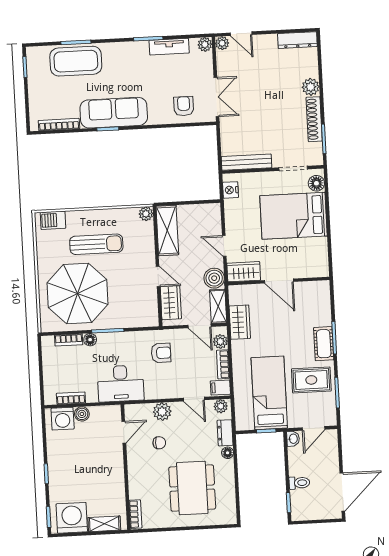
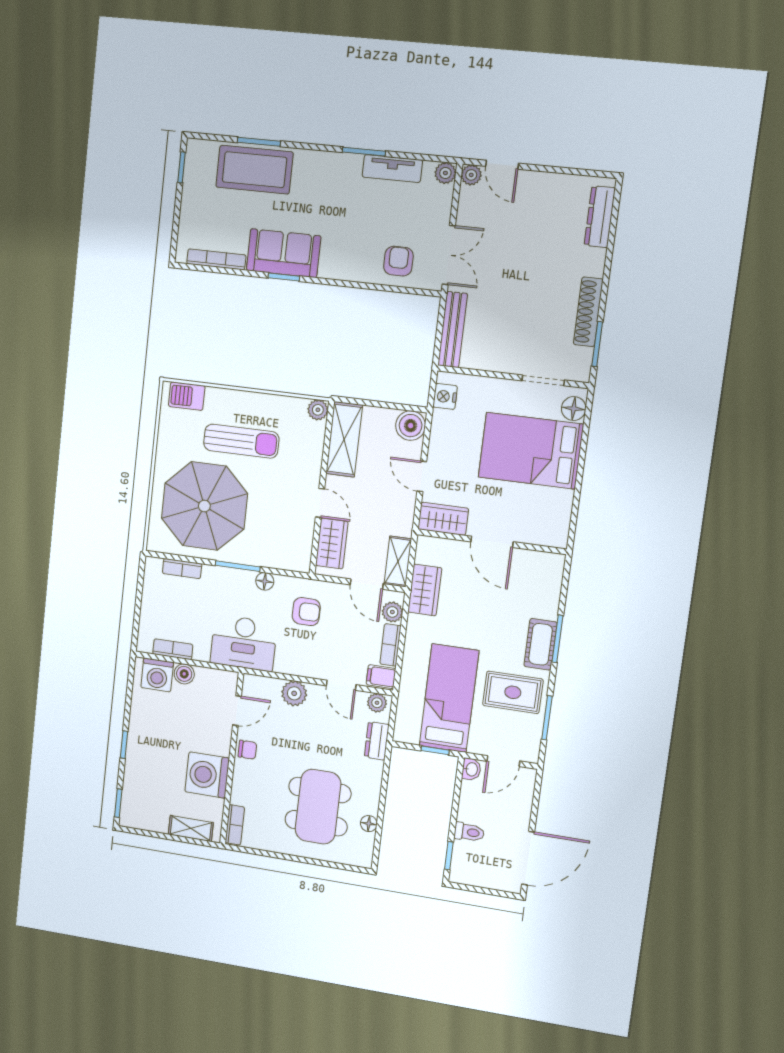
dresser: (297, 40) -> (600, 217), moved, turned 90
plant: (311, 87) -> (592, 262), removed
sofa: (114, 113) -> (283, 253), width x0.73
bench: (247, 162) -> (453, 330), moved, turned 90
boiler: (214, 278) -> (411, 426), moved
floor lamp: (90, 340) -> (265, 581), moved
chair: (159, 443) -> (247, 750), moved
floor lamp: (228, 453) -> (369, 824), moved
washing machine: (72, 518) -> (207, 775), moved, turned -90

